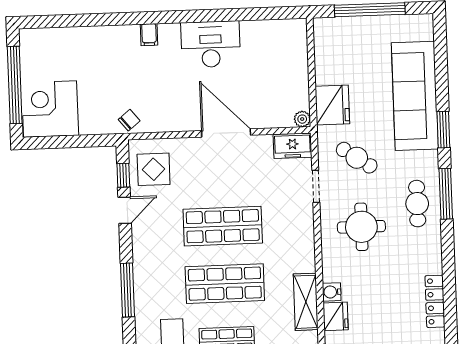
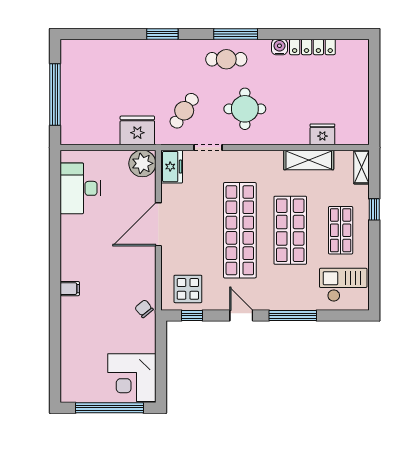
desk: (211, 44) -> (80, 188), moved
sofa: (415, 96) -> (132, 58), removed
plant: (302, 119) -> (142, 163), width x1.88, depth x1.88
window: (446, 194) -> (236, 34), moved
door: (125, 210) -> (241, 316), moved
shop shelf: (223, 226) -> (240, 230), width x1.40
water cooler: (332, 292) -> (279, 47), moved, turned 180

